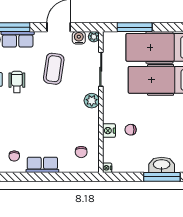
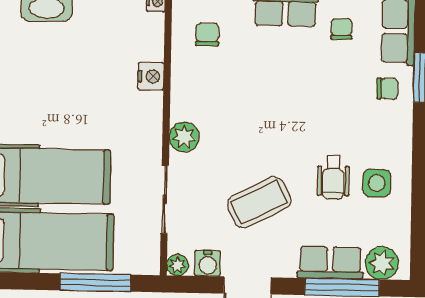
coffee table: (54, 69) -> (259, 202), turned 55
chair: (131, 130) -> (108, 77), removed

